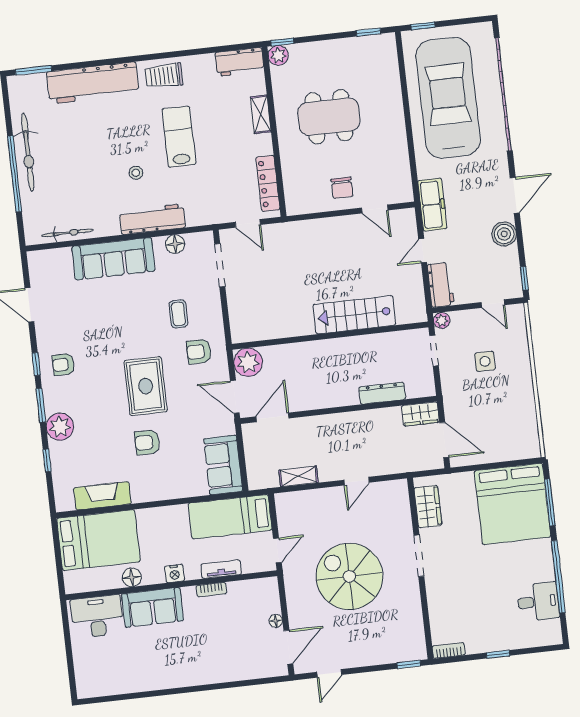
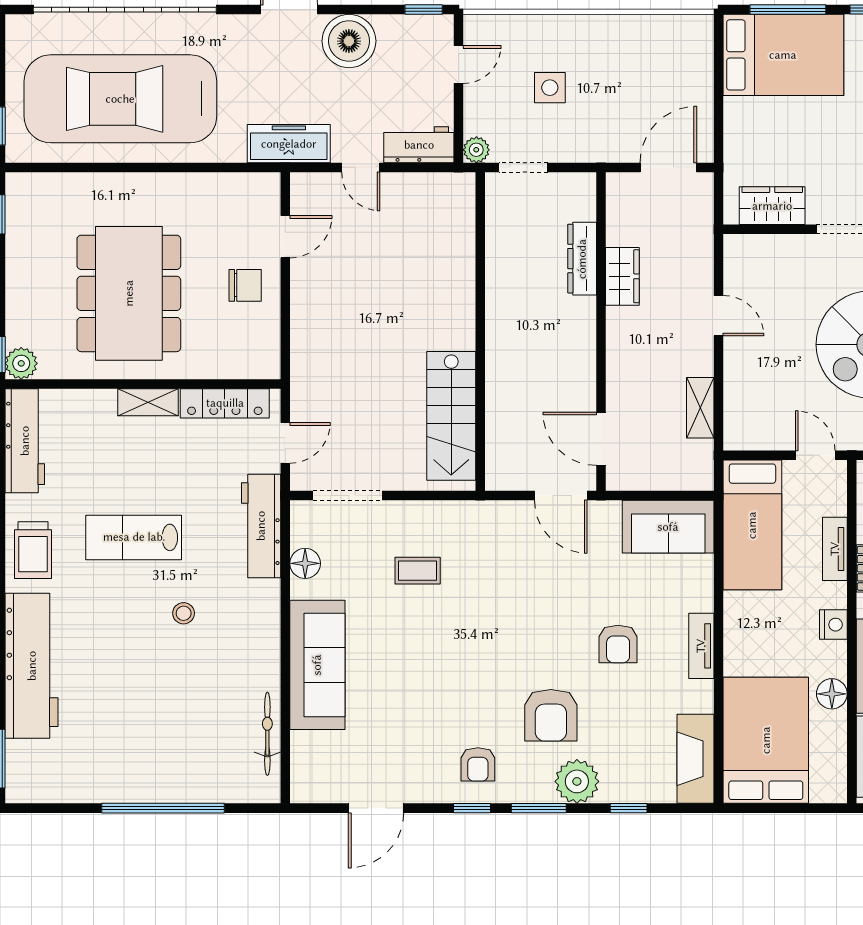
workbench: (240, 62) -> (25, 441), width x1.38
shelving: (261, 114) -> (148, 402), moved
dining table: (329, 117) -> (129, 293), width x1.36, depth x1.24
bicycle: (28, 152) -> (131, 783), removed
workbench: (152, 219) -> (261, 526), moved
boiler: (504, 234) -> (349, 41), width x1.37, depth x1.37
stairs: (354, 315) -> (451, 416), moved
armchair: (199, 352) -> (551, 715), moved, width x1.38, depth x1.38
plant: (248, 362) -> (508, 468), removed
rug: (146, 386) -> (527, 637), removed
door: (235, 397) -> (561, 496), hinge flipped
wardrobe: (420, 414) -> (622, 276), moved
tv unit: (152, 494) -> (701, 646), added
fireplace: (102, 496) -> (696, 759), moved
bed: (512, 504) -> (783, 55), width x0.73

